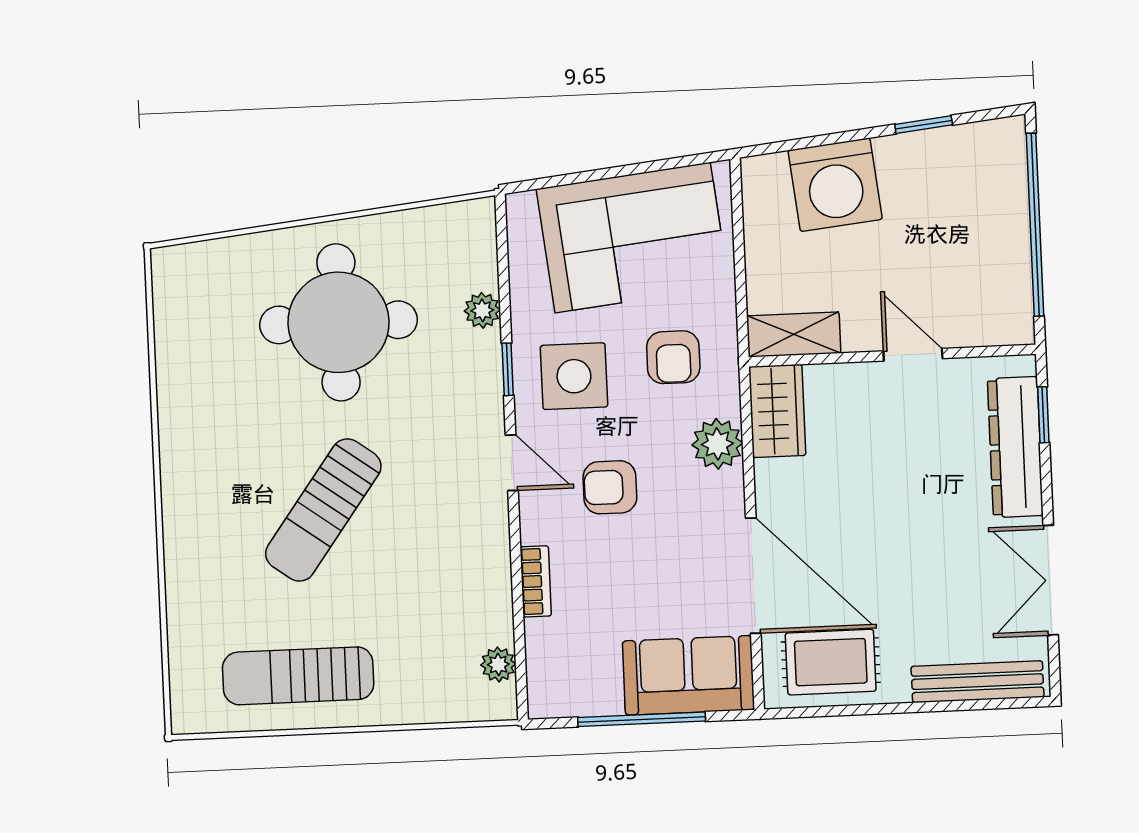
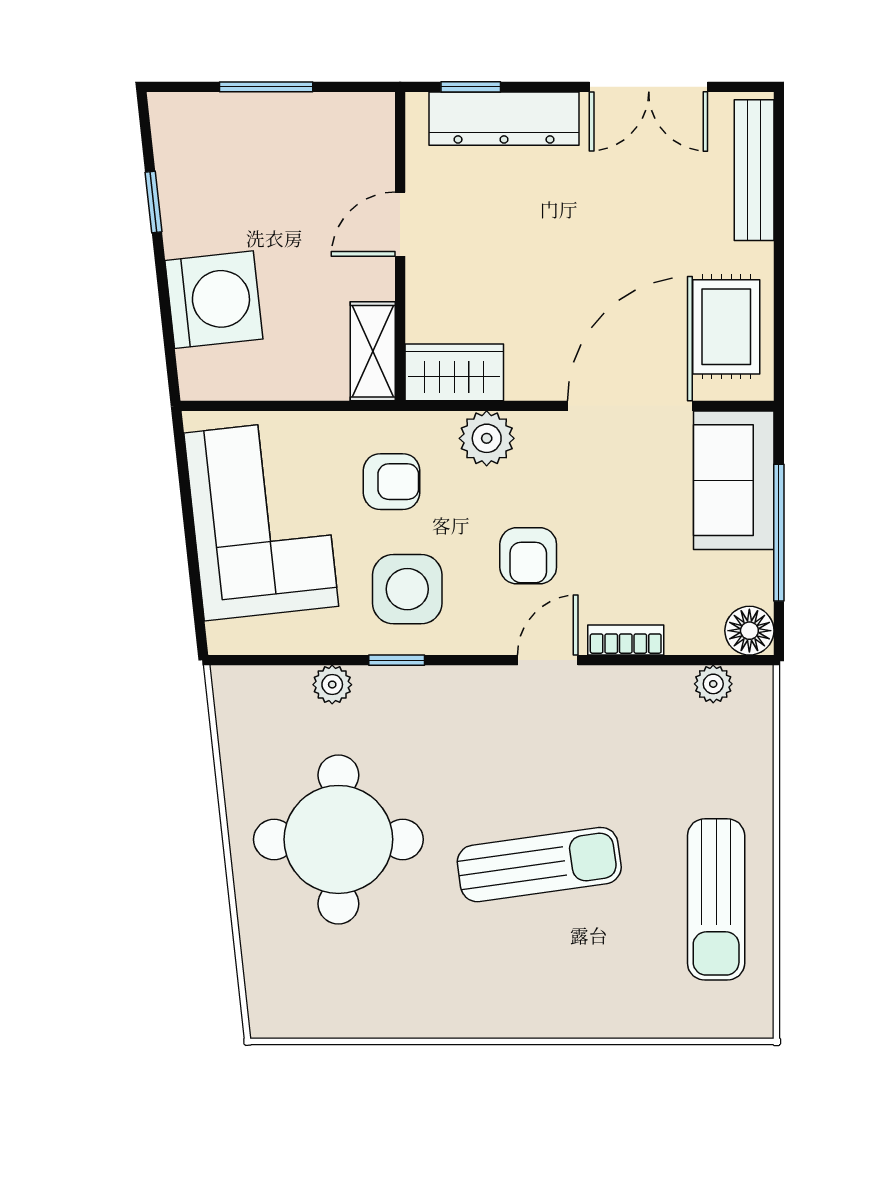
window: (1035, 225) -> (266, 87), width x0.47
door: (512, 463) -> (548, 660), moved
sun lounger: (323, 510) -> (539, 865), turned -44
floor lamp: (549, 696) -> (749, 631), added

